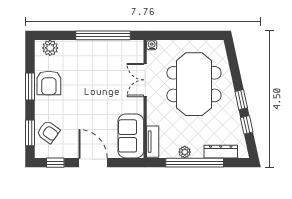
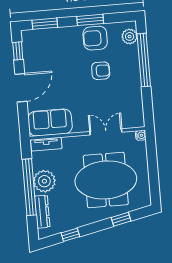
window: (103, 35) -> (144, 60), moved
window: (241, 100) -> (121, 219), moved
armchair: (48, 132) -> (101, 71), moved, turned -124
plant: (185, 152) -> (44, 181), width x1.87, depth x1.87

